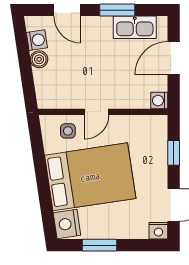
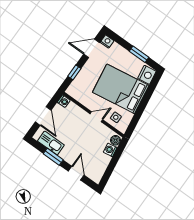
washing machine: (37, 40) -> (110, 150), moved
door: (174, 58) -> (43, 116), hinge flipped
boiler: (39, 59) -> (115, 140), moved

